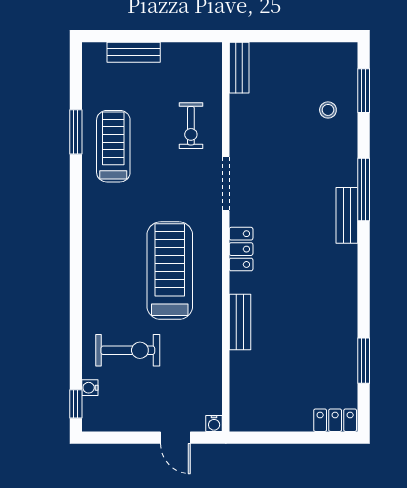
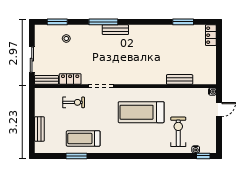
sliding door: (283, 36) -> (32, 60), added
locker: (241, 249) -> (70, 79), moved
bench: (240, 322) -> (180, 79), moved

